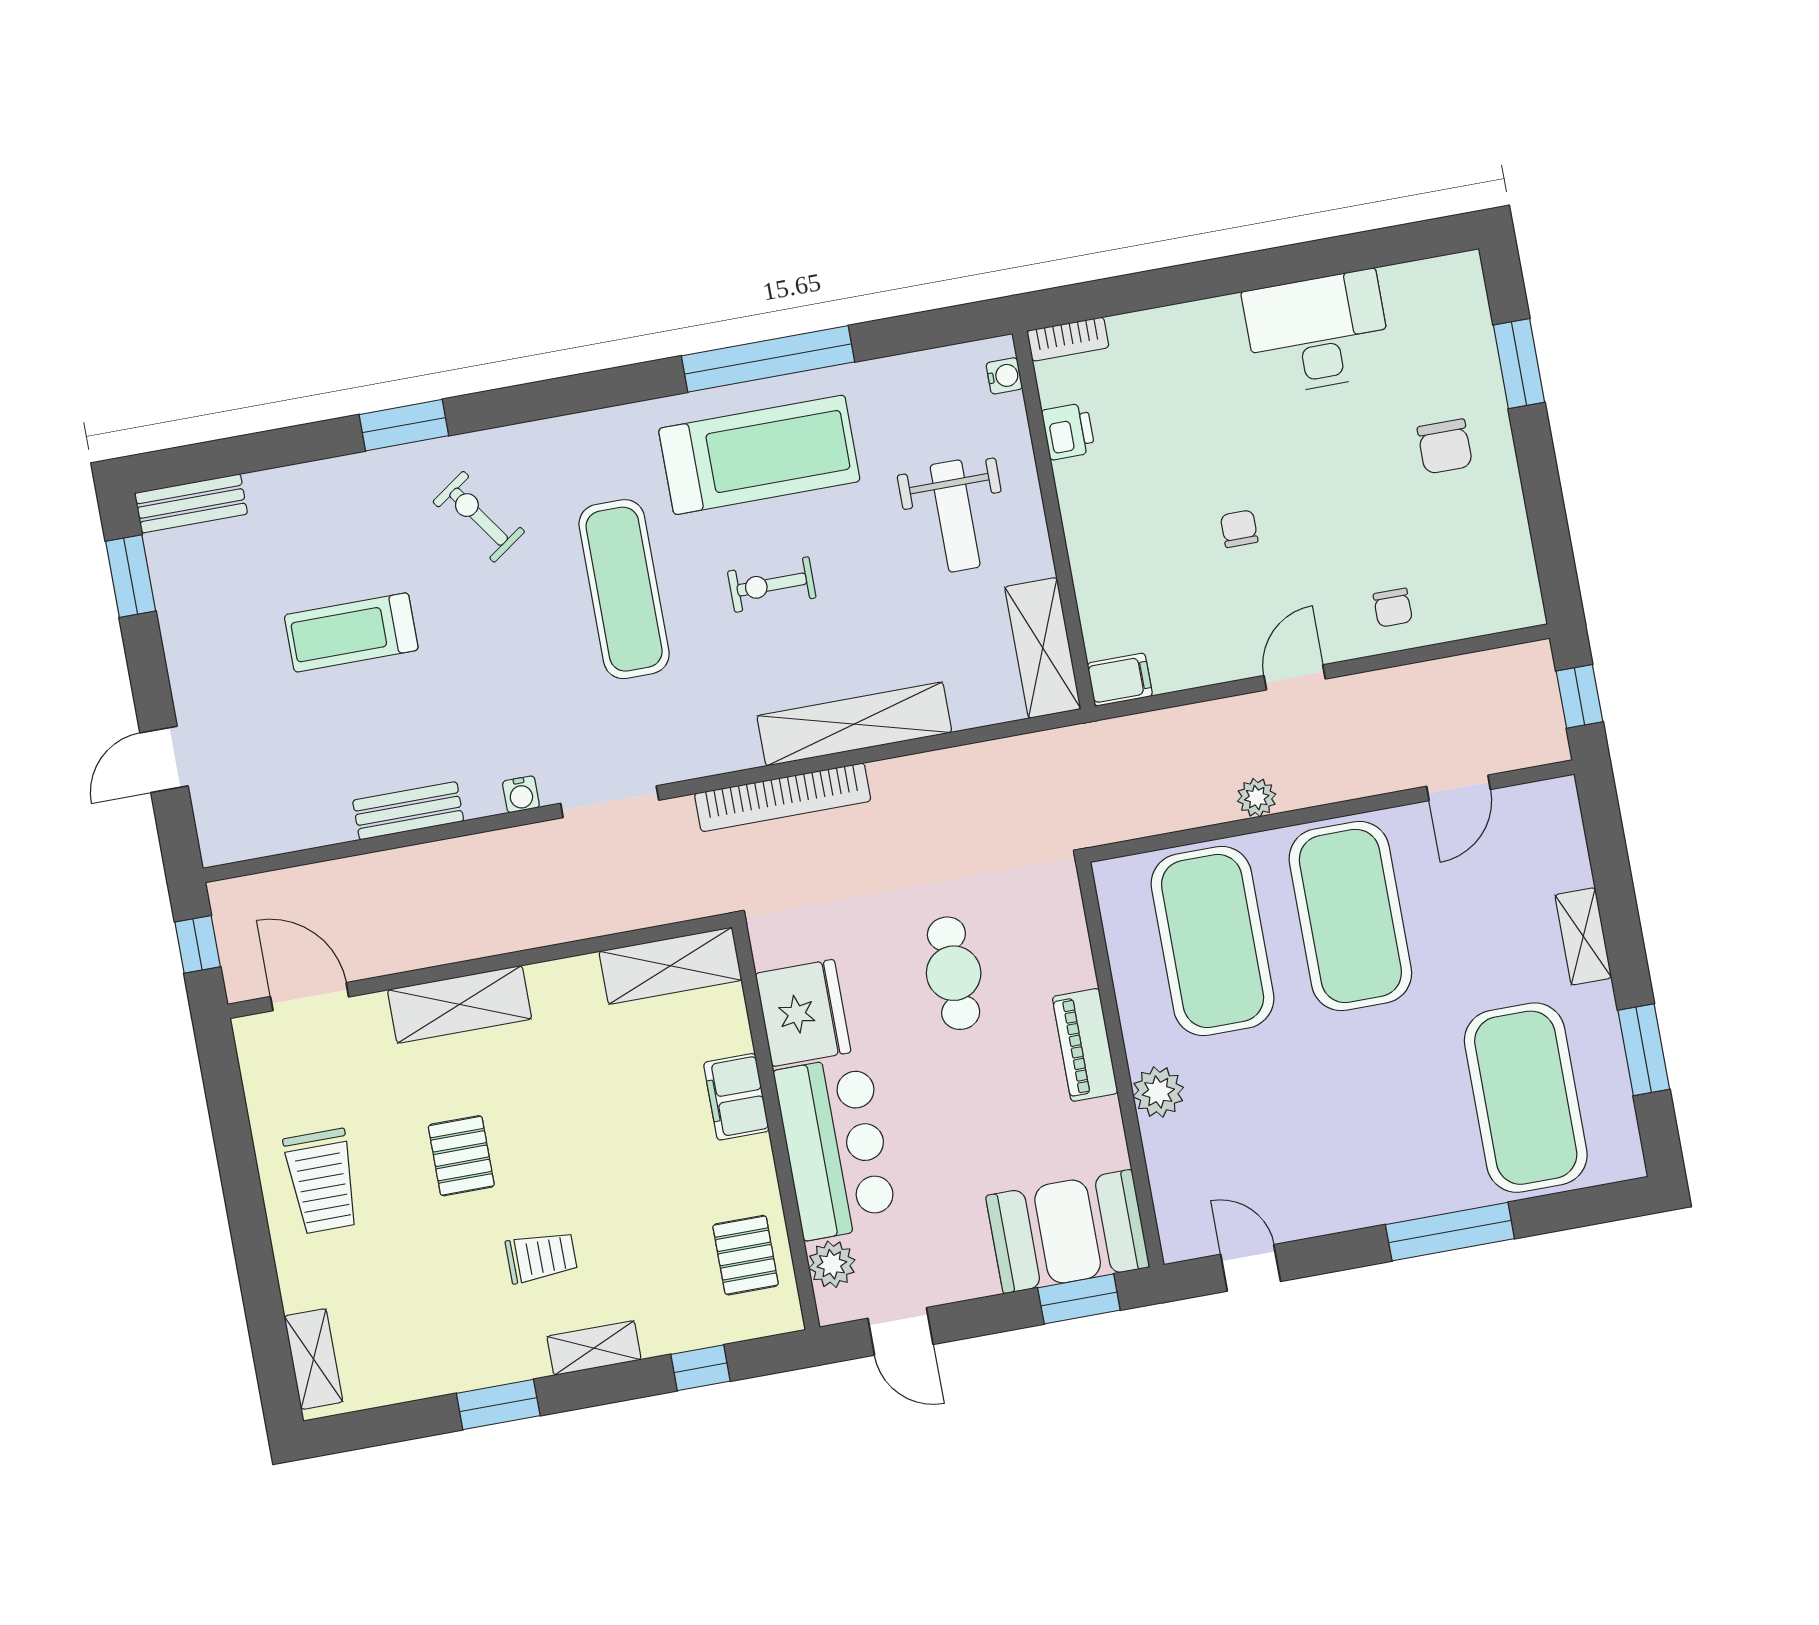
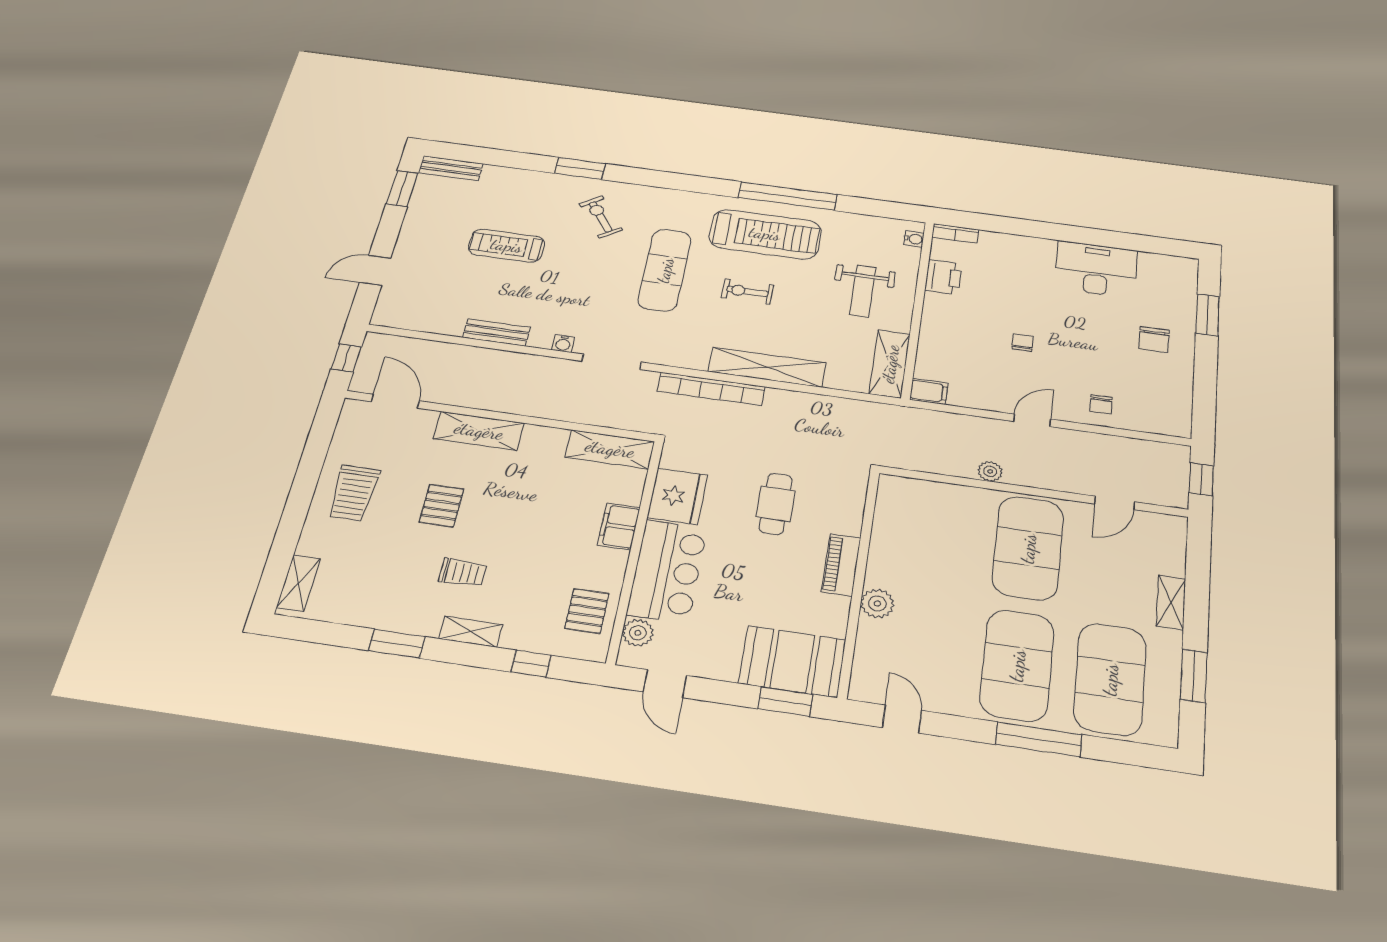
printer: (1068, 431) -> (943, 277), width x1.36, depth x1.24
exercise mat: (1213, 941) -> (1017, 665), moved

